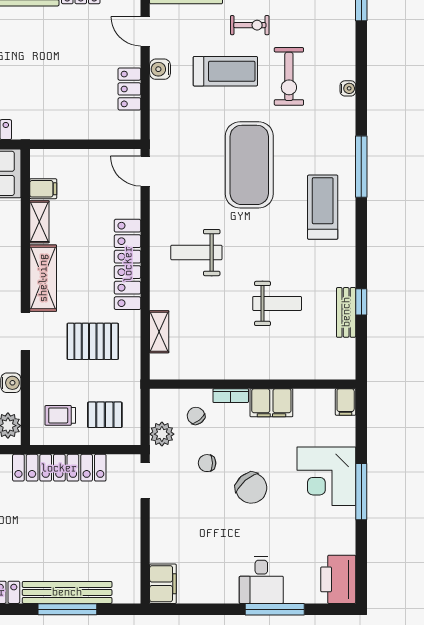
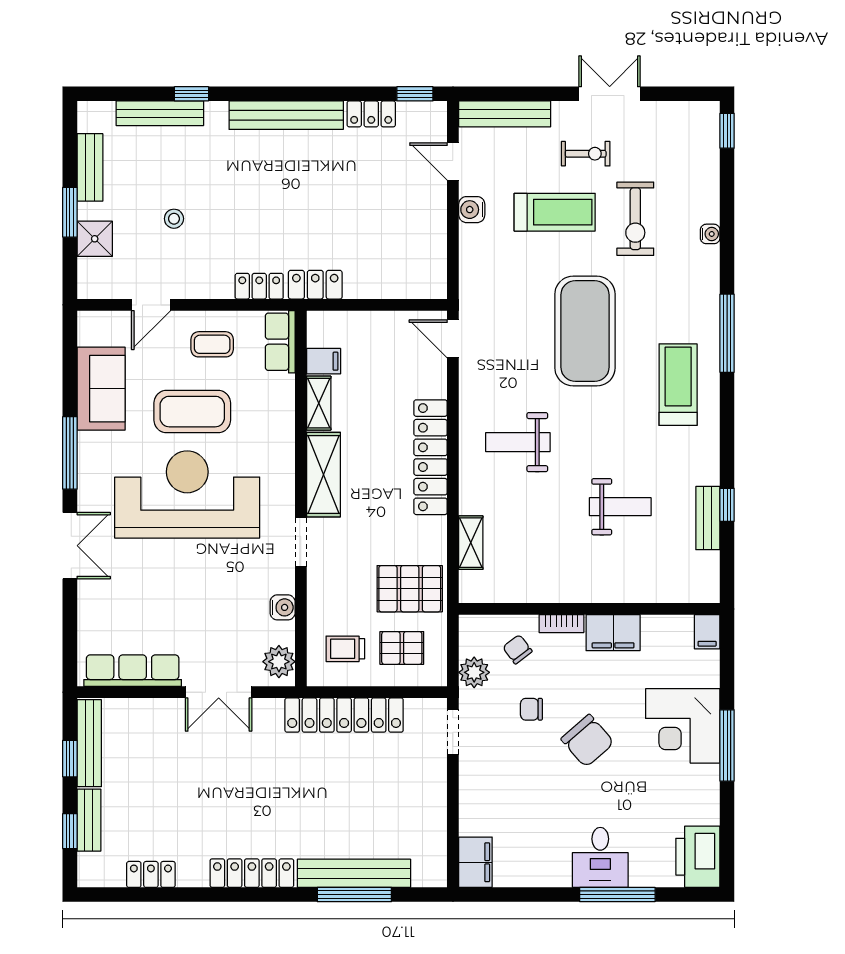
locker: (129, 89) -> (315, 285), moved, turned 90
pallet: (93, 341) -> (410, 589), moved

